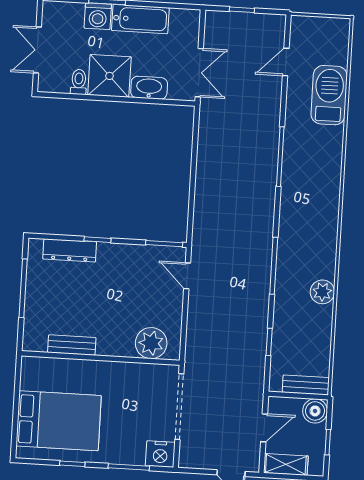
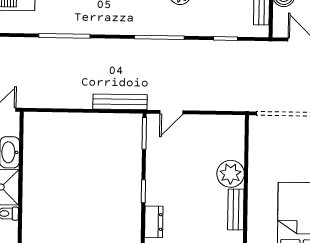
bench: (202, 217) -> (120, 102), added
dresser: (70, 250) -> (154, 222), width x0.70
plant: (151, 343) -> (231, 174), moved

